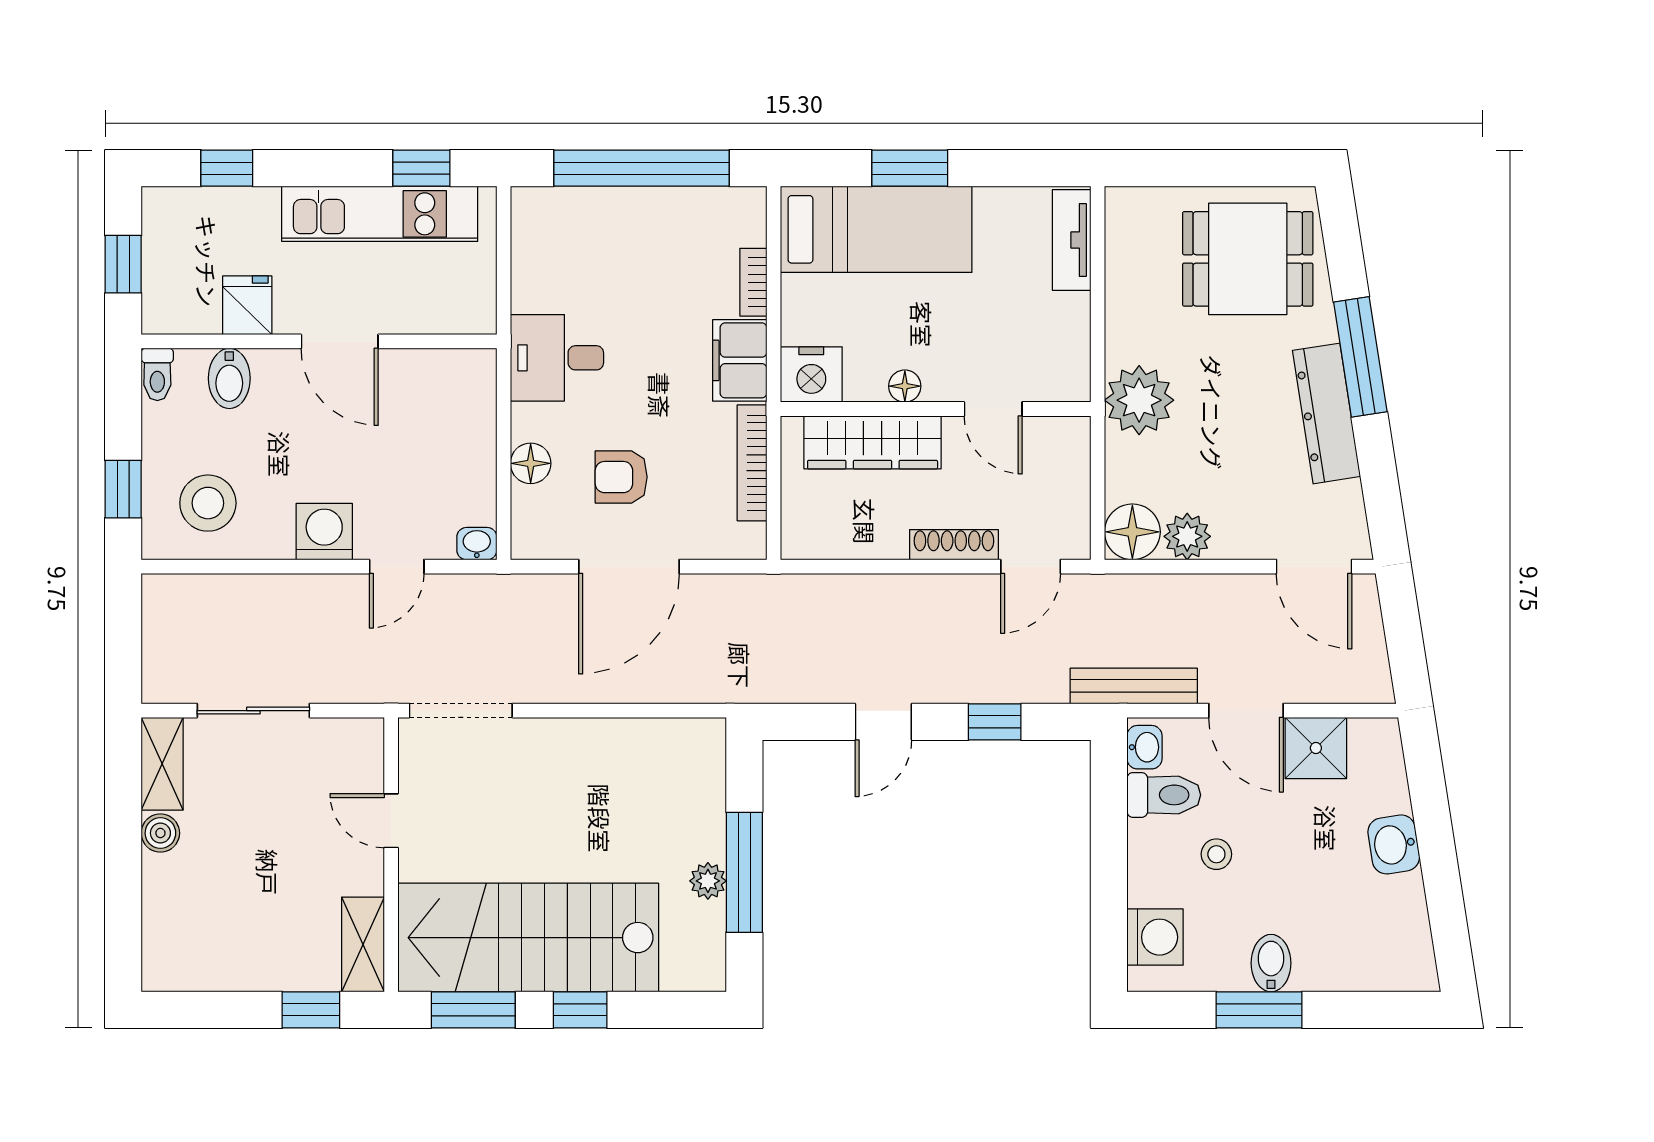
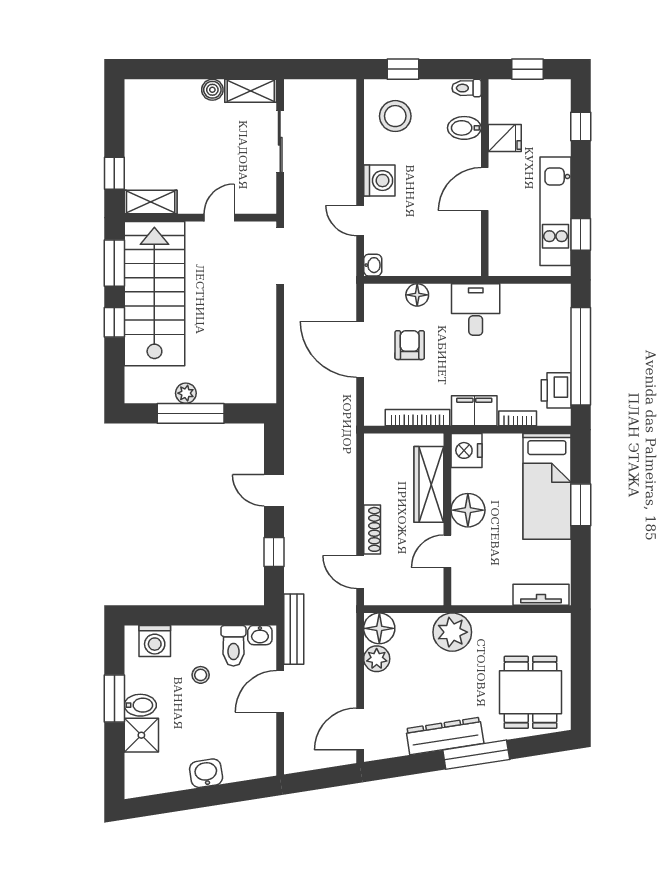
printer: (703, 213) -> (556, 390), added
floor lamp: (905, 386) -> (468, 510), width x1.89, depth x1.89
shower: (1316, 748) -> (141, 735), moved

